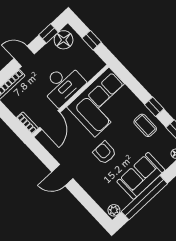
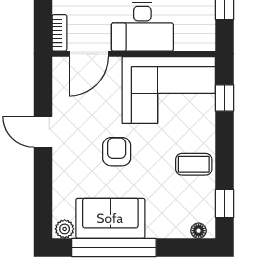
window: (154, 107) -> (225, 98), moved
coffee table: (145, 125) -> (194, 164), turned 90
sofa: (141, 176) -> (110, 218), moved

